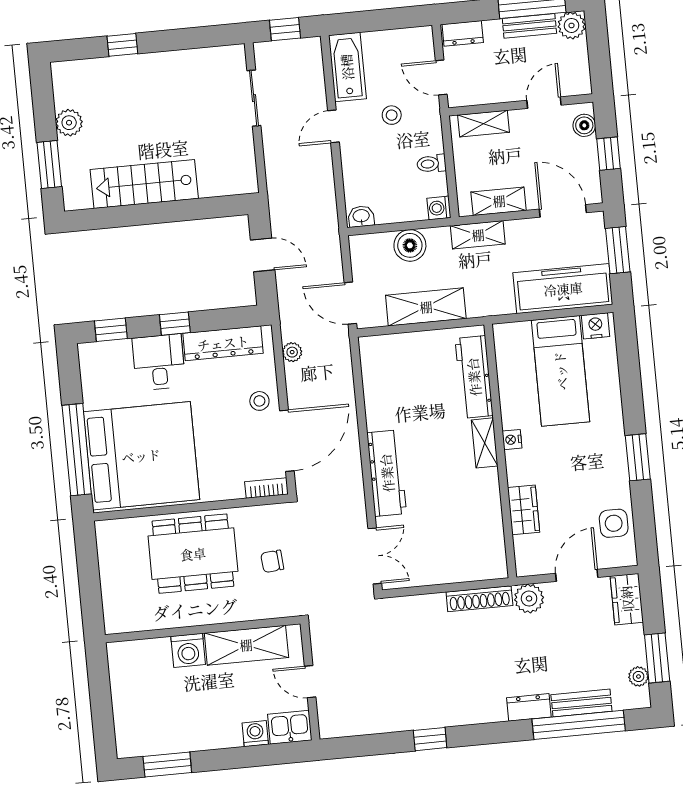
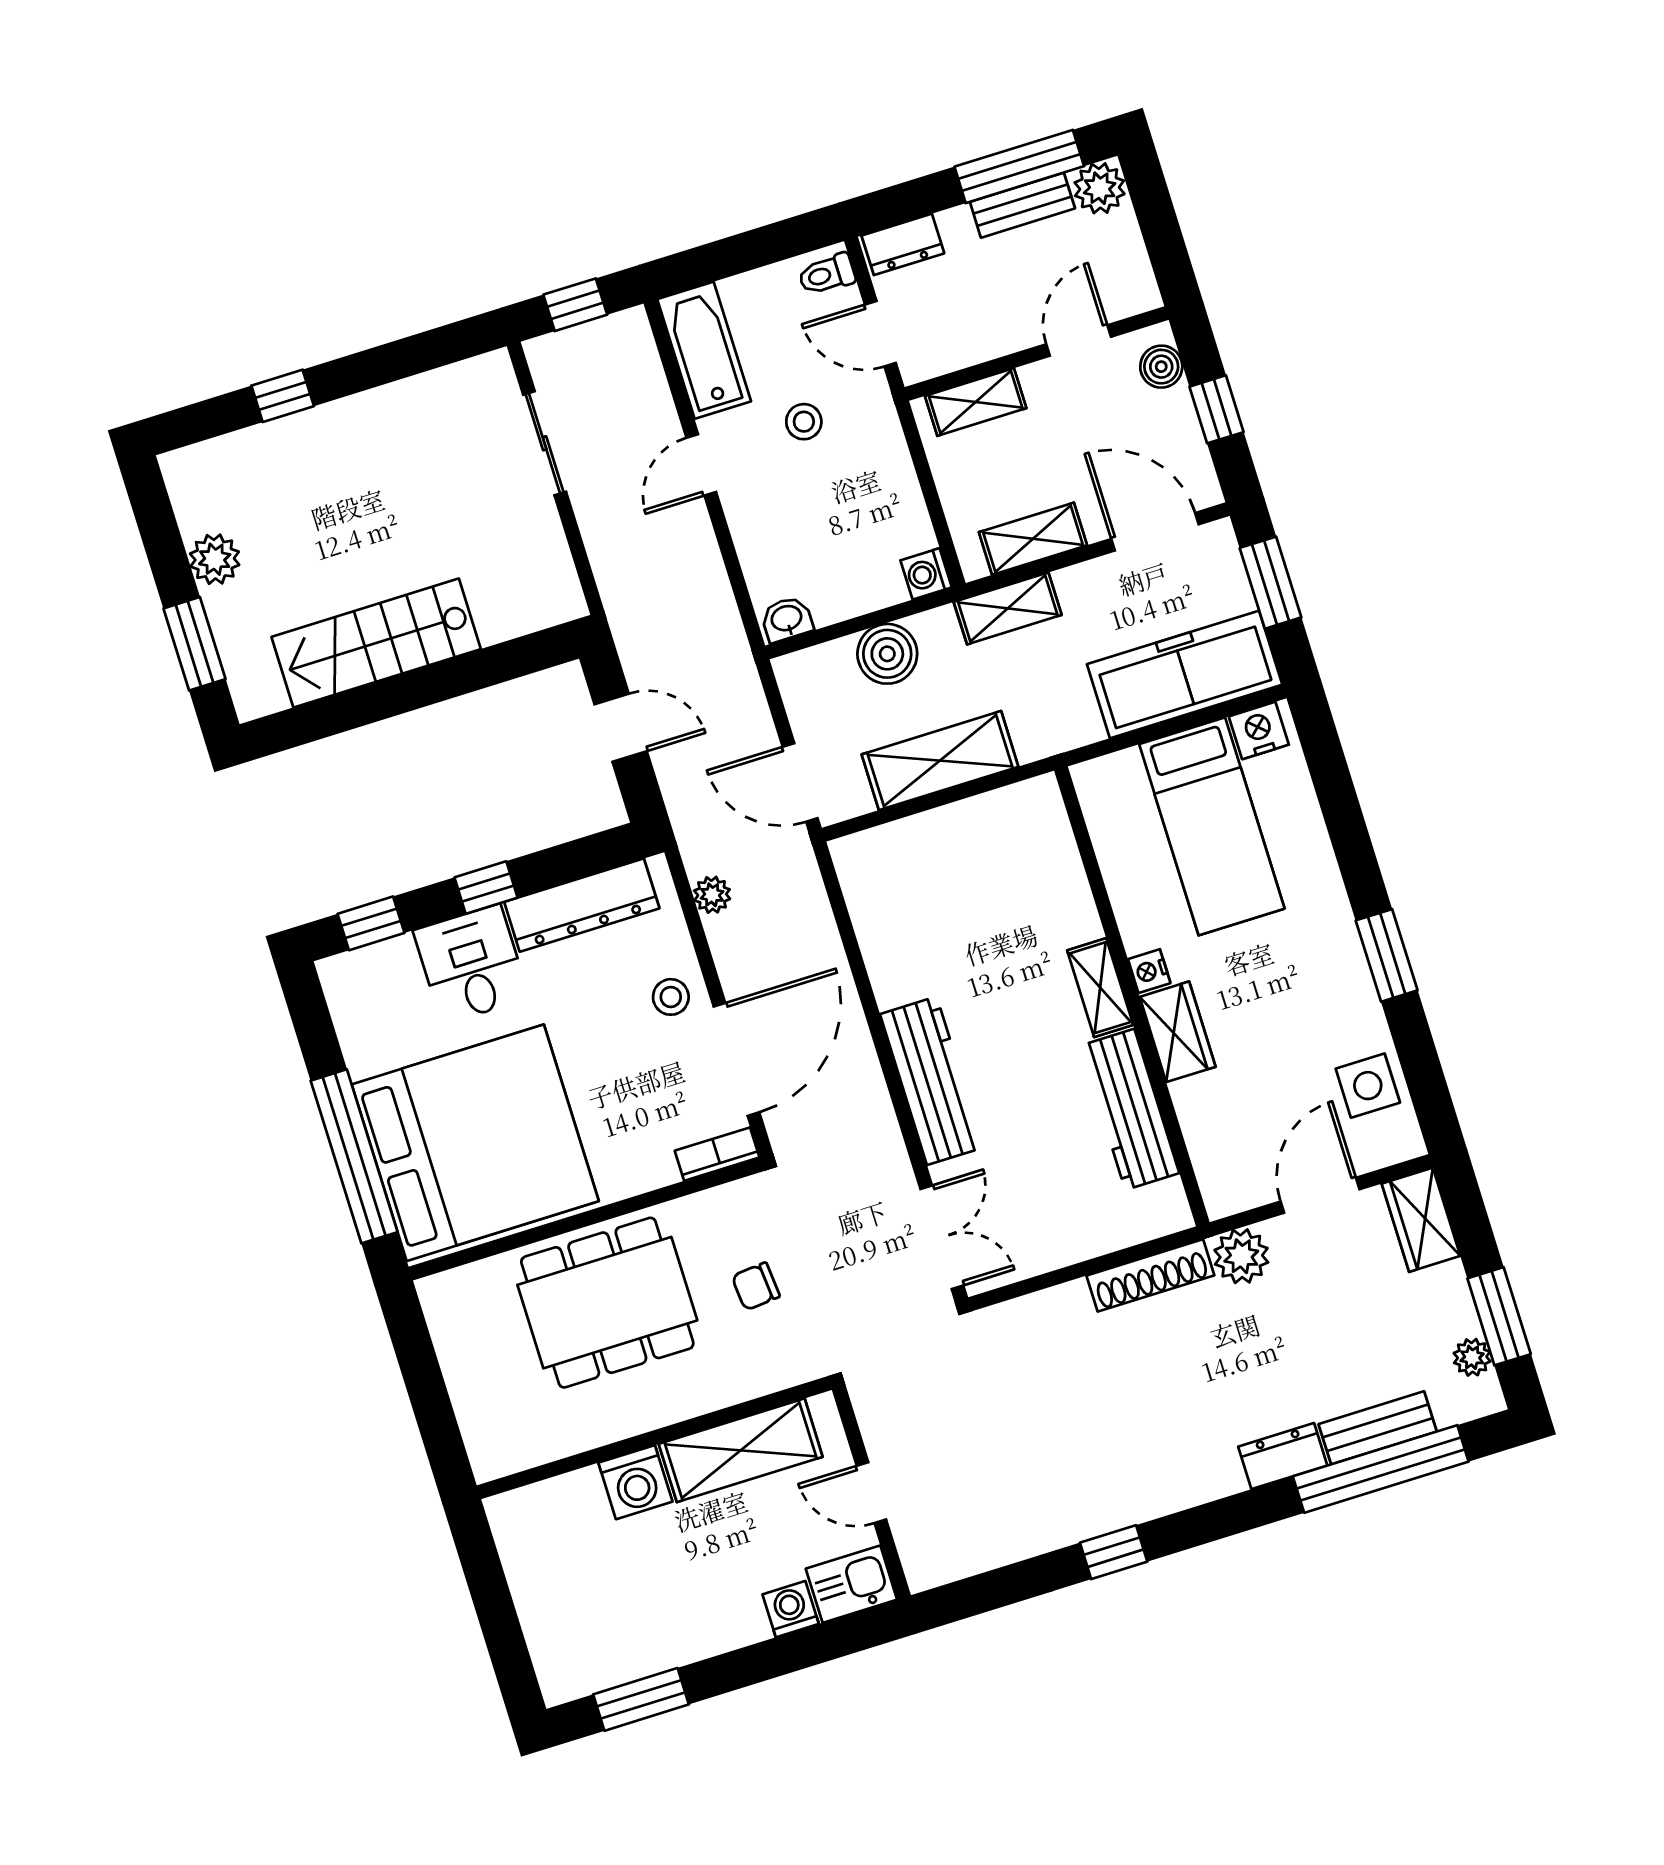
toilet: (432, 164) -> (827, 274), moved
workbench: (474, 377) -> (1130, 1109), moved
wardrobe: (524, 510) -> (1178, 1032), moved

